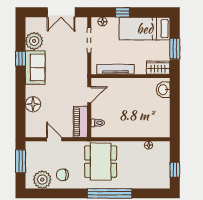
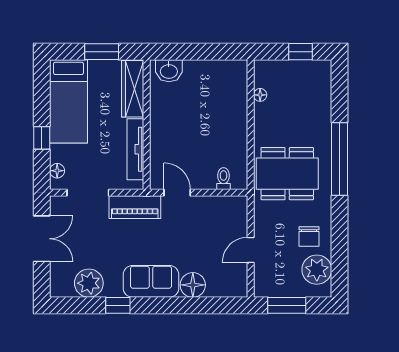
sofa: (35, 68) -> (151, 281), moved
wardrobe: (158, 68) -> (133, 89), width x1.50
piano: (80, 122) -> (135, 207), moved

